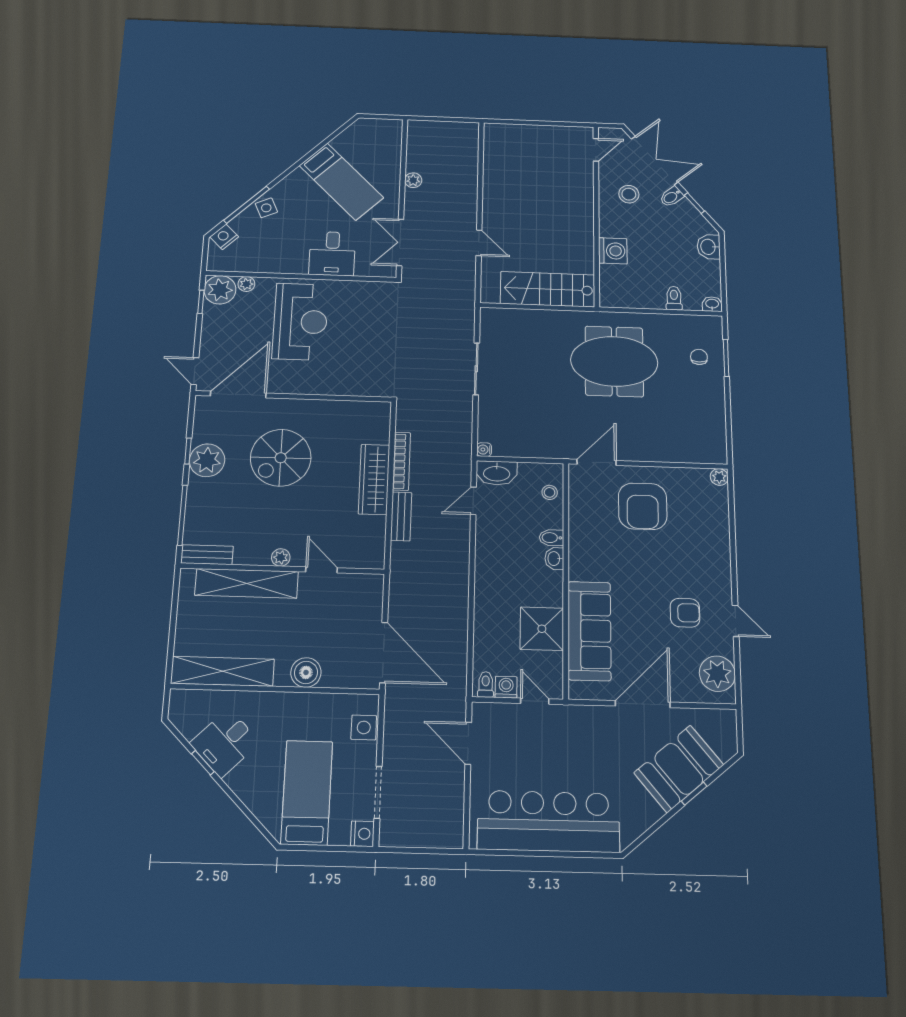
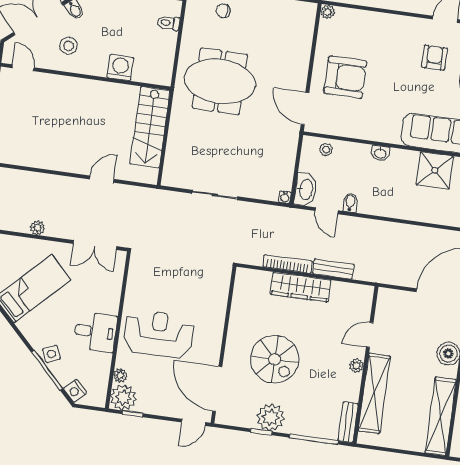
desk: (332, 254) -> (95, 332), moved
meeting table: (614, 361) -> (220, 81), turned 90
bidet: (551, 538) -> (350, 203), moved, turned 180

